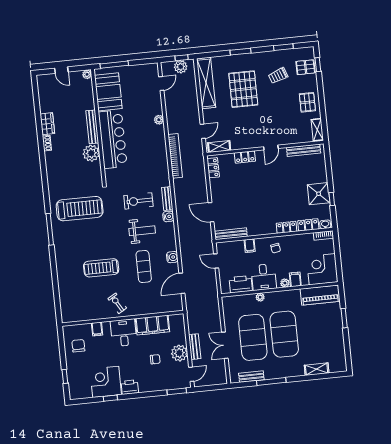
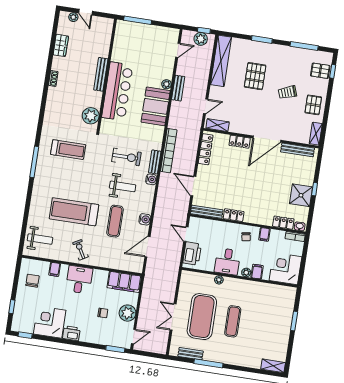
window: (283, 47) -> (304, 46), width x1.44
plant: (87, 74) -> (73, 17), moved
trolley: (278, 75) -> (287, 92), moved
pallet: (243, 89) -> (255, 76), width x0.73, depth x0.71
booth: (108, 92) -> (156, 106), moved
wardrobe: (47, 124) -> (61, 45), moved
door: (271, 148) -> (267, 139), width x1.87
plant: (91, 153) -> (91, 116), moved
bookcase: (175, 156) -> (169, 151), moved
locker: (213, 168) -> (206, 149), width x1.53
window: (332, 199) -> (315, 189), moved
exercise bike: (138, 201) -> (126, 157), turned 180
treadmill: (80, 209) -> (68, 150), width x0.73, depth x0.73
locker: (286, 227) -> (234, 215), moved
filing cabinet: (250, 246) -> (264, 234), moved
treadmill: (101, 268) -> (74, 212), width x1.37, depth x1.38
printer: (241, 284) -> (192, 253), moved, turned 90
piano: (320, 295) -> (277, 293), removed
weight bench: (75, 303) -> (40, 239), added
filing cabinet: (152, 325) -> (124, 282), moved
exercise mat: (284, 334) -> (233, 321), width x0.50, depth x0.69
bench: (195, 347) -> (178, 88), moved
shelving: (317, 369) -> (273, 366), moved
window: (110, 398) -> (25, 335), moved

